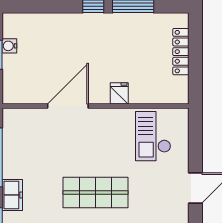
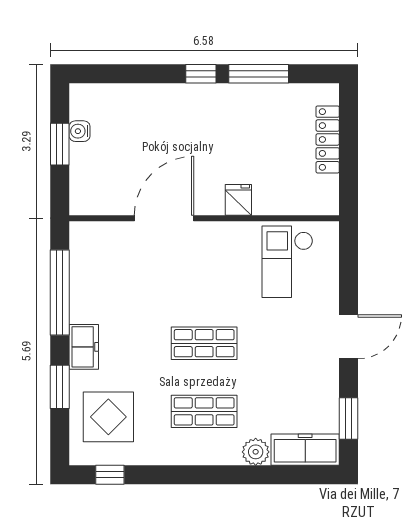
shop shelf: (96, 192) -> (204, 343), width x0.70, depth x0.74

